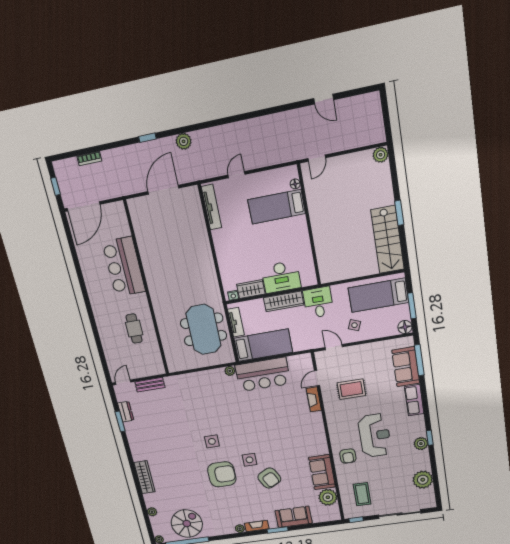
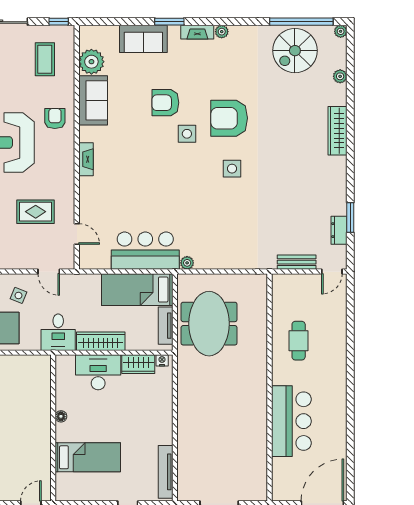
floor lamp: (295, 184) -> (61, 416), moved
door: (317, 378) -> (77, 234), hinge flipped
fireplace: (314, 399) -> (86, 159), moved
armchair: (269, 478) -> (165, 103), turned -62

